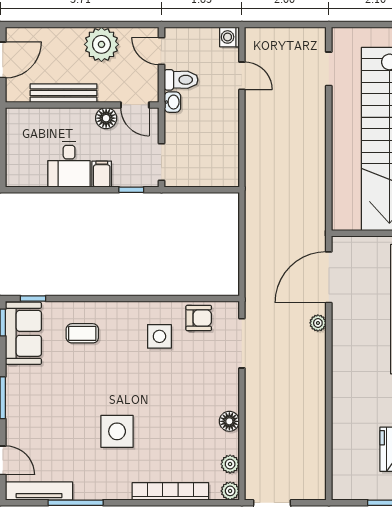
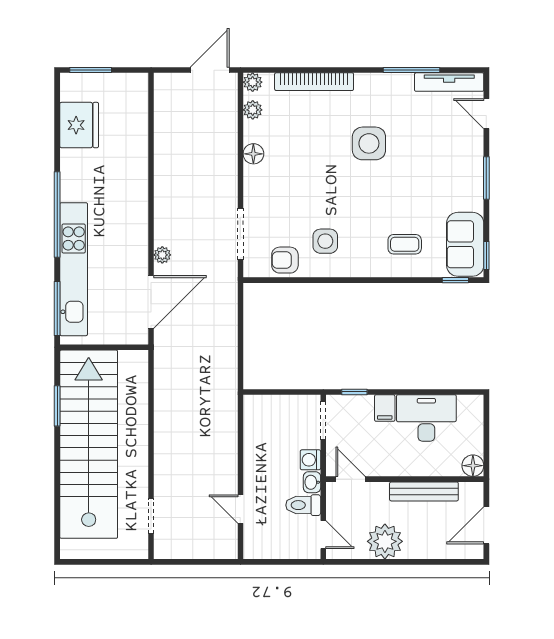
washing machine: (230, 37) -> (310, 460), moved, turned 180
floor lamp: (106, 118) -> (473, 466), moved
desk: (69, 164) -> (426, 418), width x1.37

